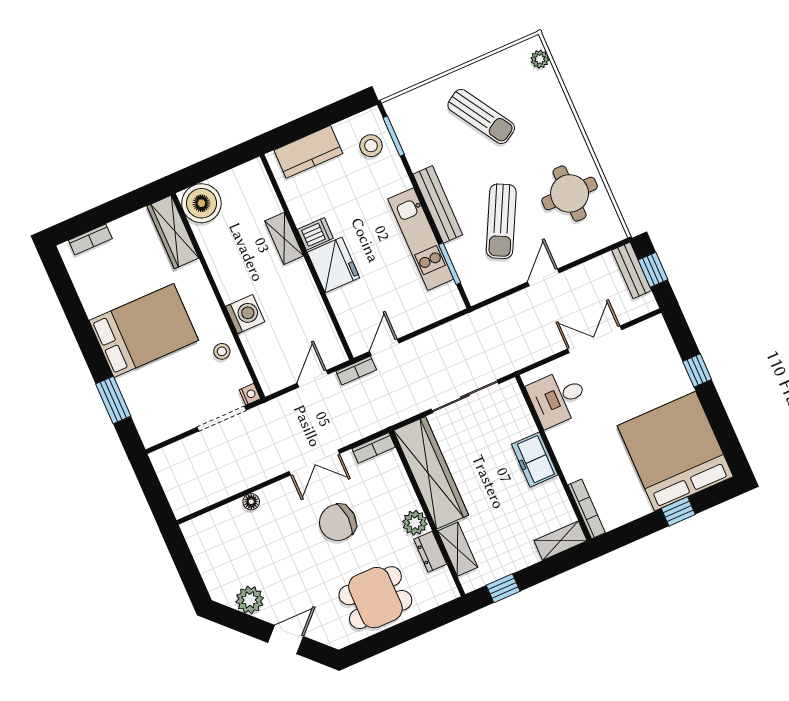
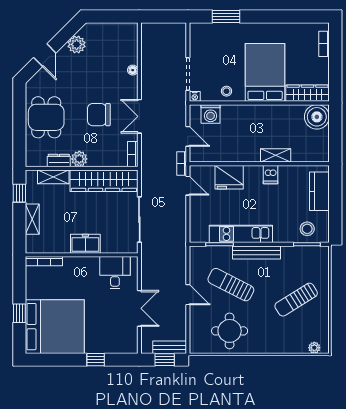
fridge: (333, 265) -> (229, 177), moved
washing machine: (245, 314) -> (211, 114), moved
bed: (144, 330) -> (265, 72), moved, turned 180
chair: (338, 523) -> (99, 115), turned -86
shelving: (560, 541) -> (32, 219), moved

